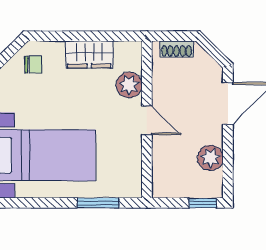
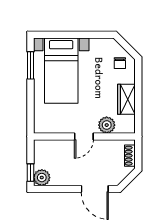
plant: (210, 158) -> (42, 178), moved
window: (98, 203) -> (30, 65), moved

